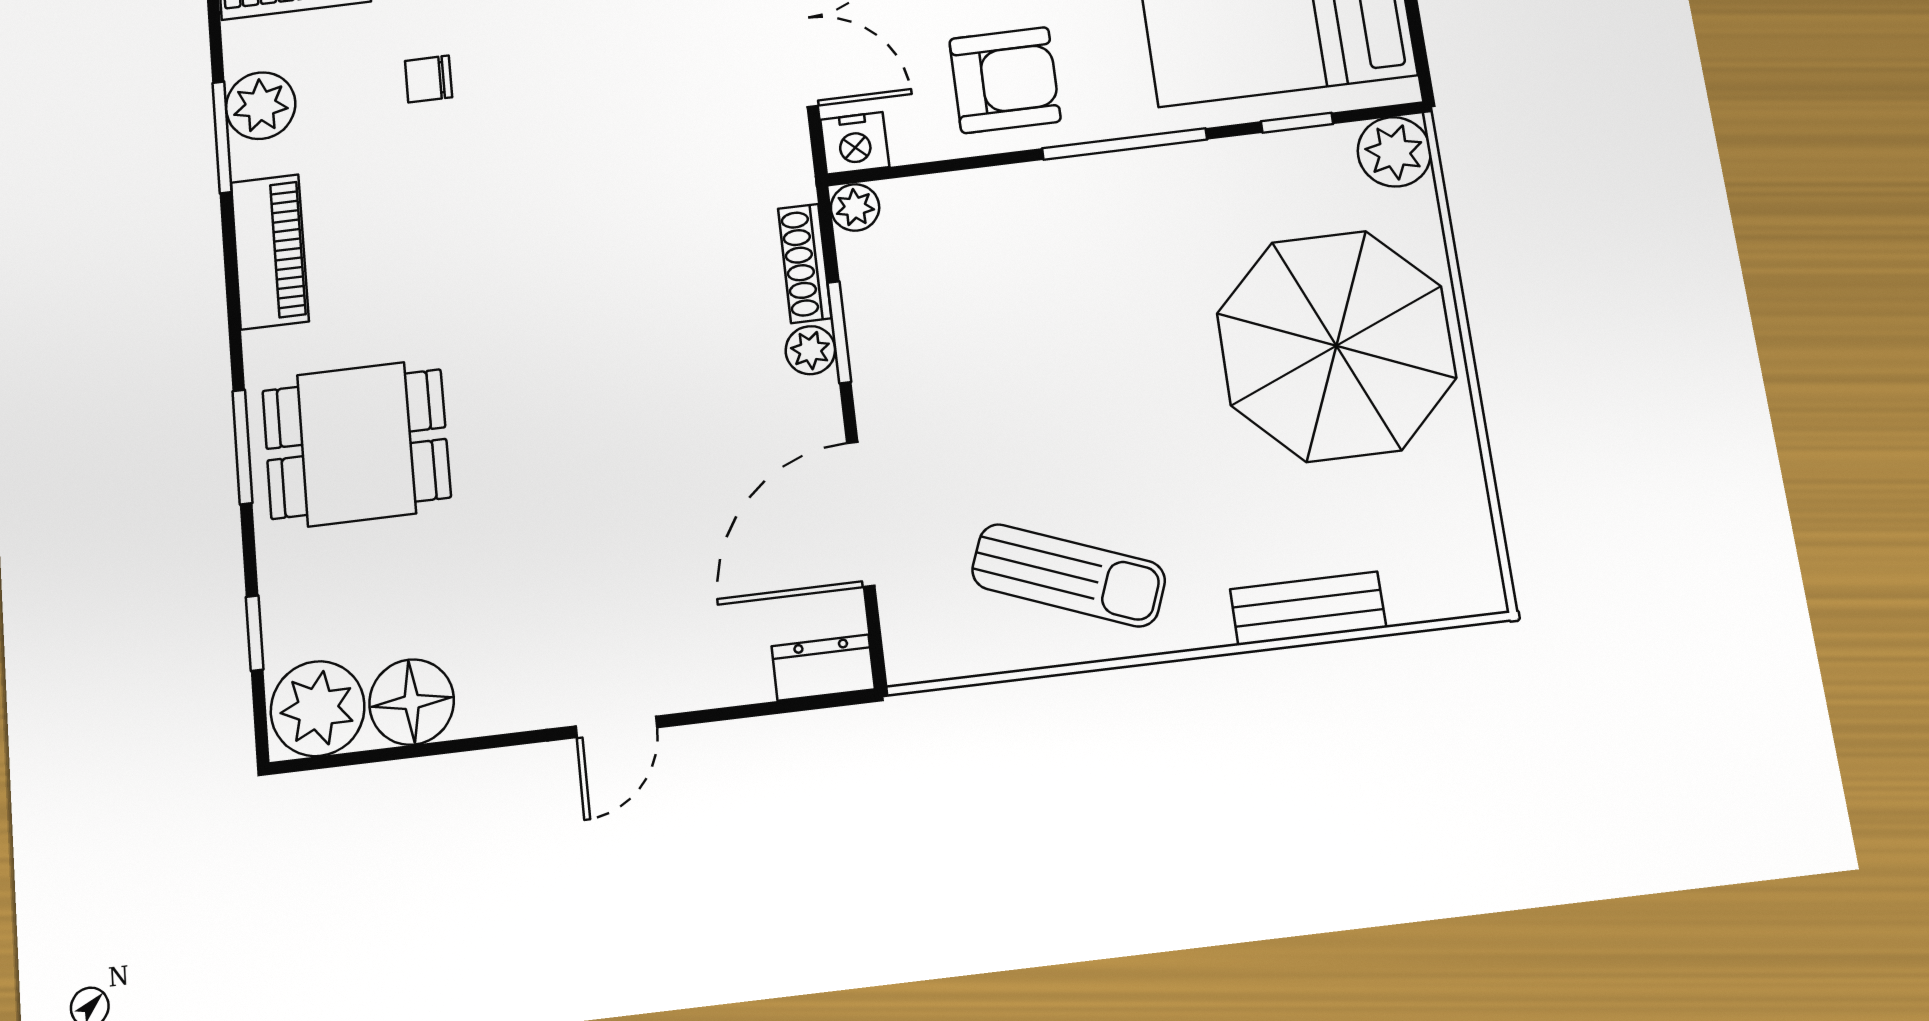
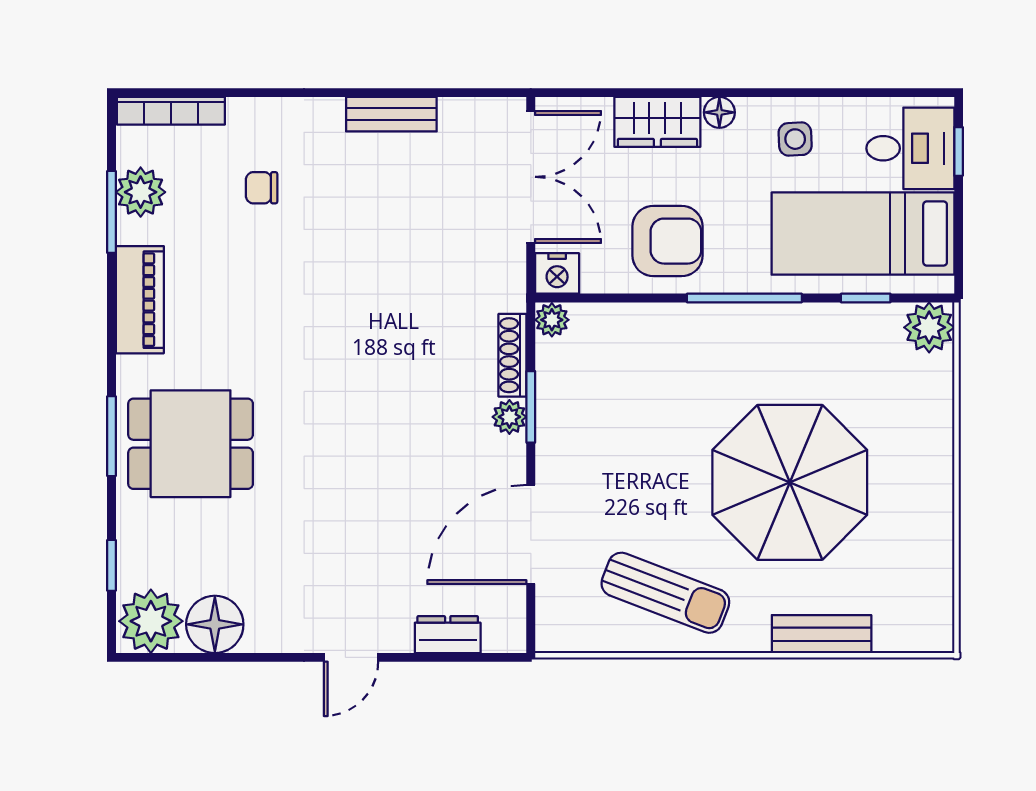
parasol: (1336, 346) -> (790, 482), moved
dresser: (823, 668) -> (448, 635), moved

